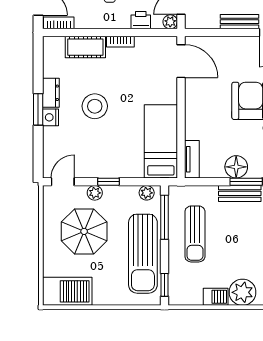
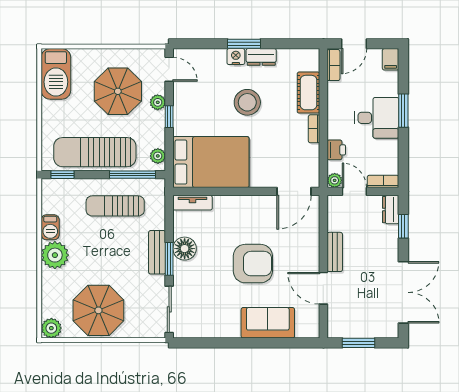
bed: (161, 141) -> (211, 162), width x1.50

